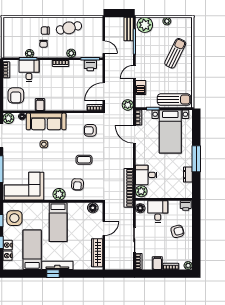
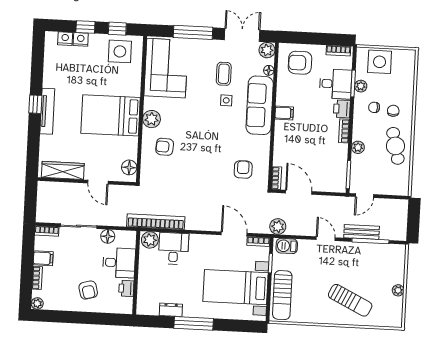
plant: (145, 25) -> (394, 258), removed
bench: (129, 29) -> (362, 232), moved
side table: (12, 42) -> (380, 62), added
printer: (90, 65) -> (342, 109), moved
barbecue: (141, 87) -> (287, 246), moved
filing cabinet: (40, 105) -> (284, 113), moved
door: (134, 134) -> (234, 234), hinge flipped
coffee table: (84, 160) -> (224, 74), moved
printer: (186, 206) -> (126, 288), moved
floor lamp: (140, 208) -> (108, 236), moved
bed: (58, 222) -> (111, 115), width x1.50
bed: (32, 250) -> (72, 75), removed

